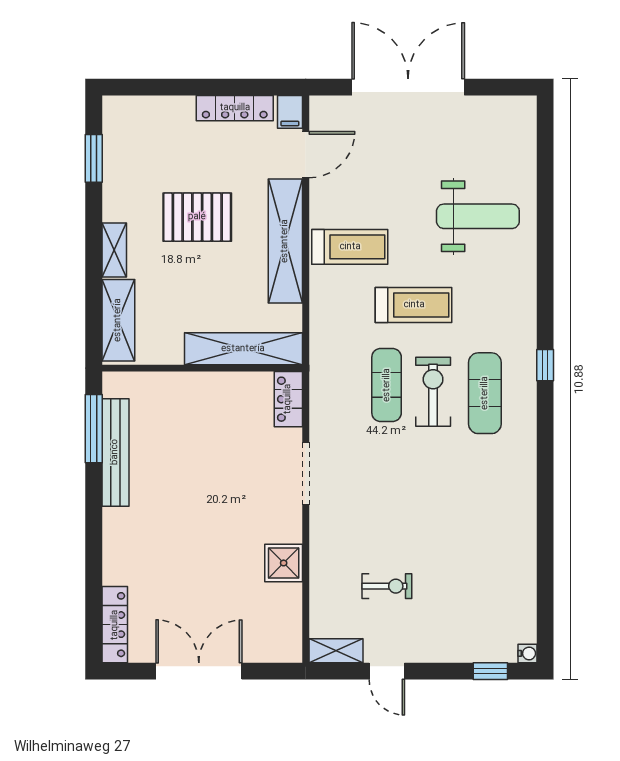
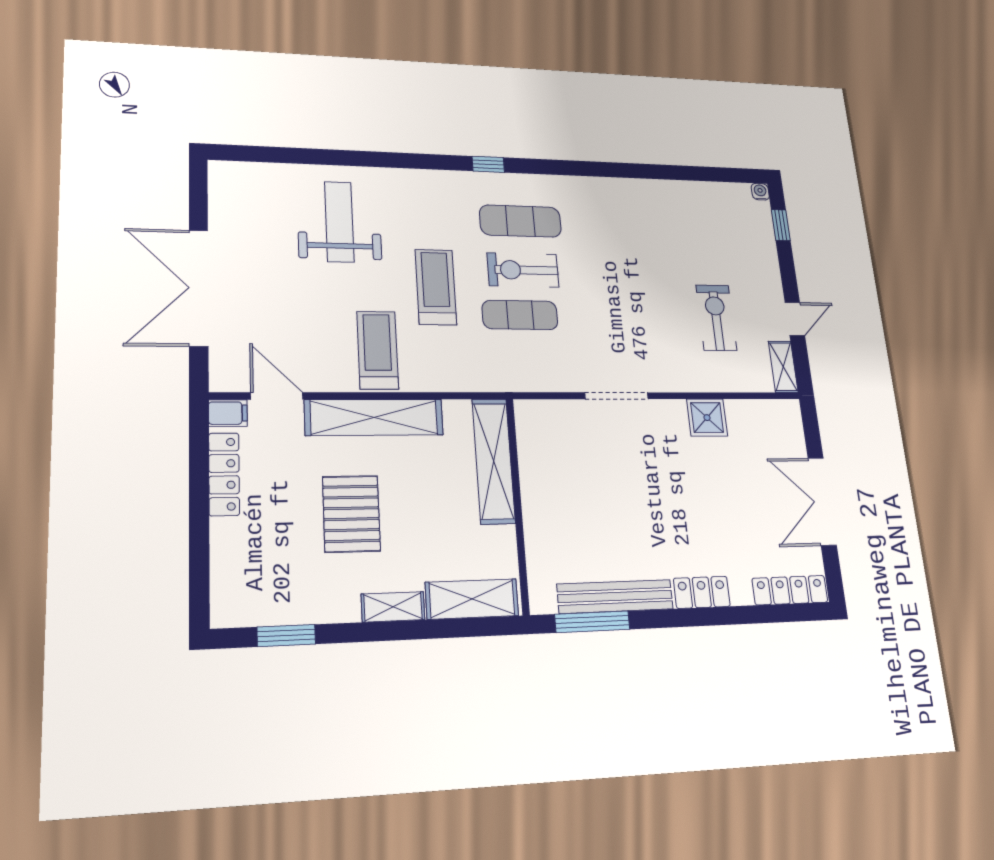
locker: (288, 399) -> (702, 592), moved, turned 180
exercise bike: (387, 586) -> (716, 318), width x1.38, depth x1.39

